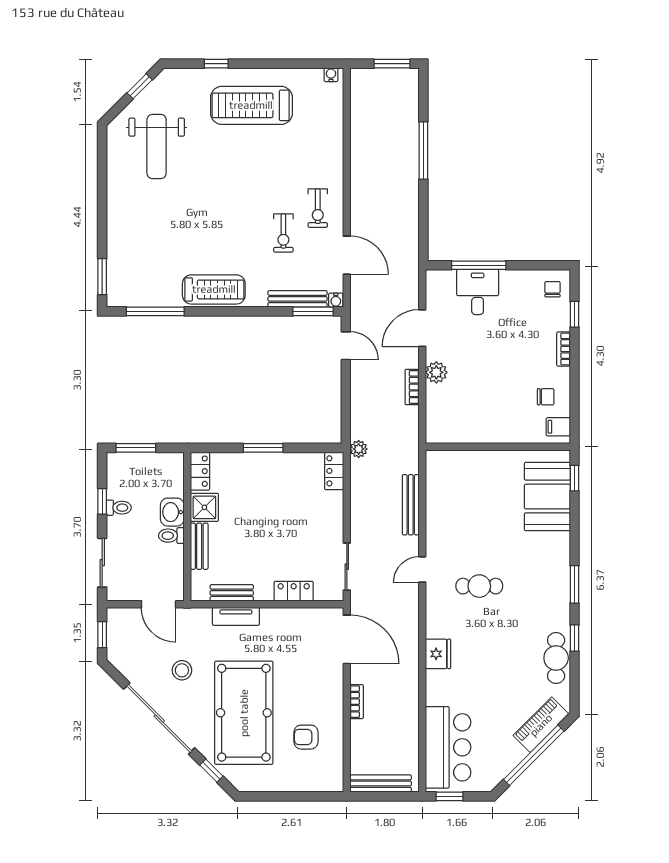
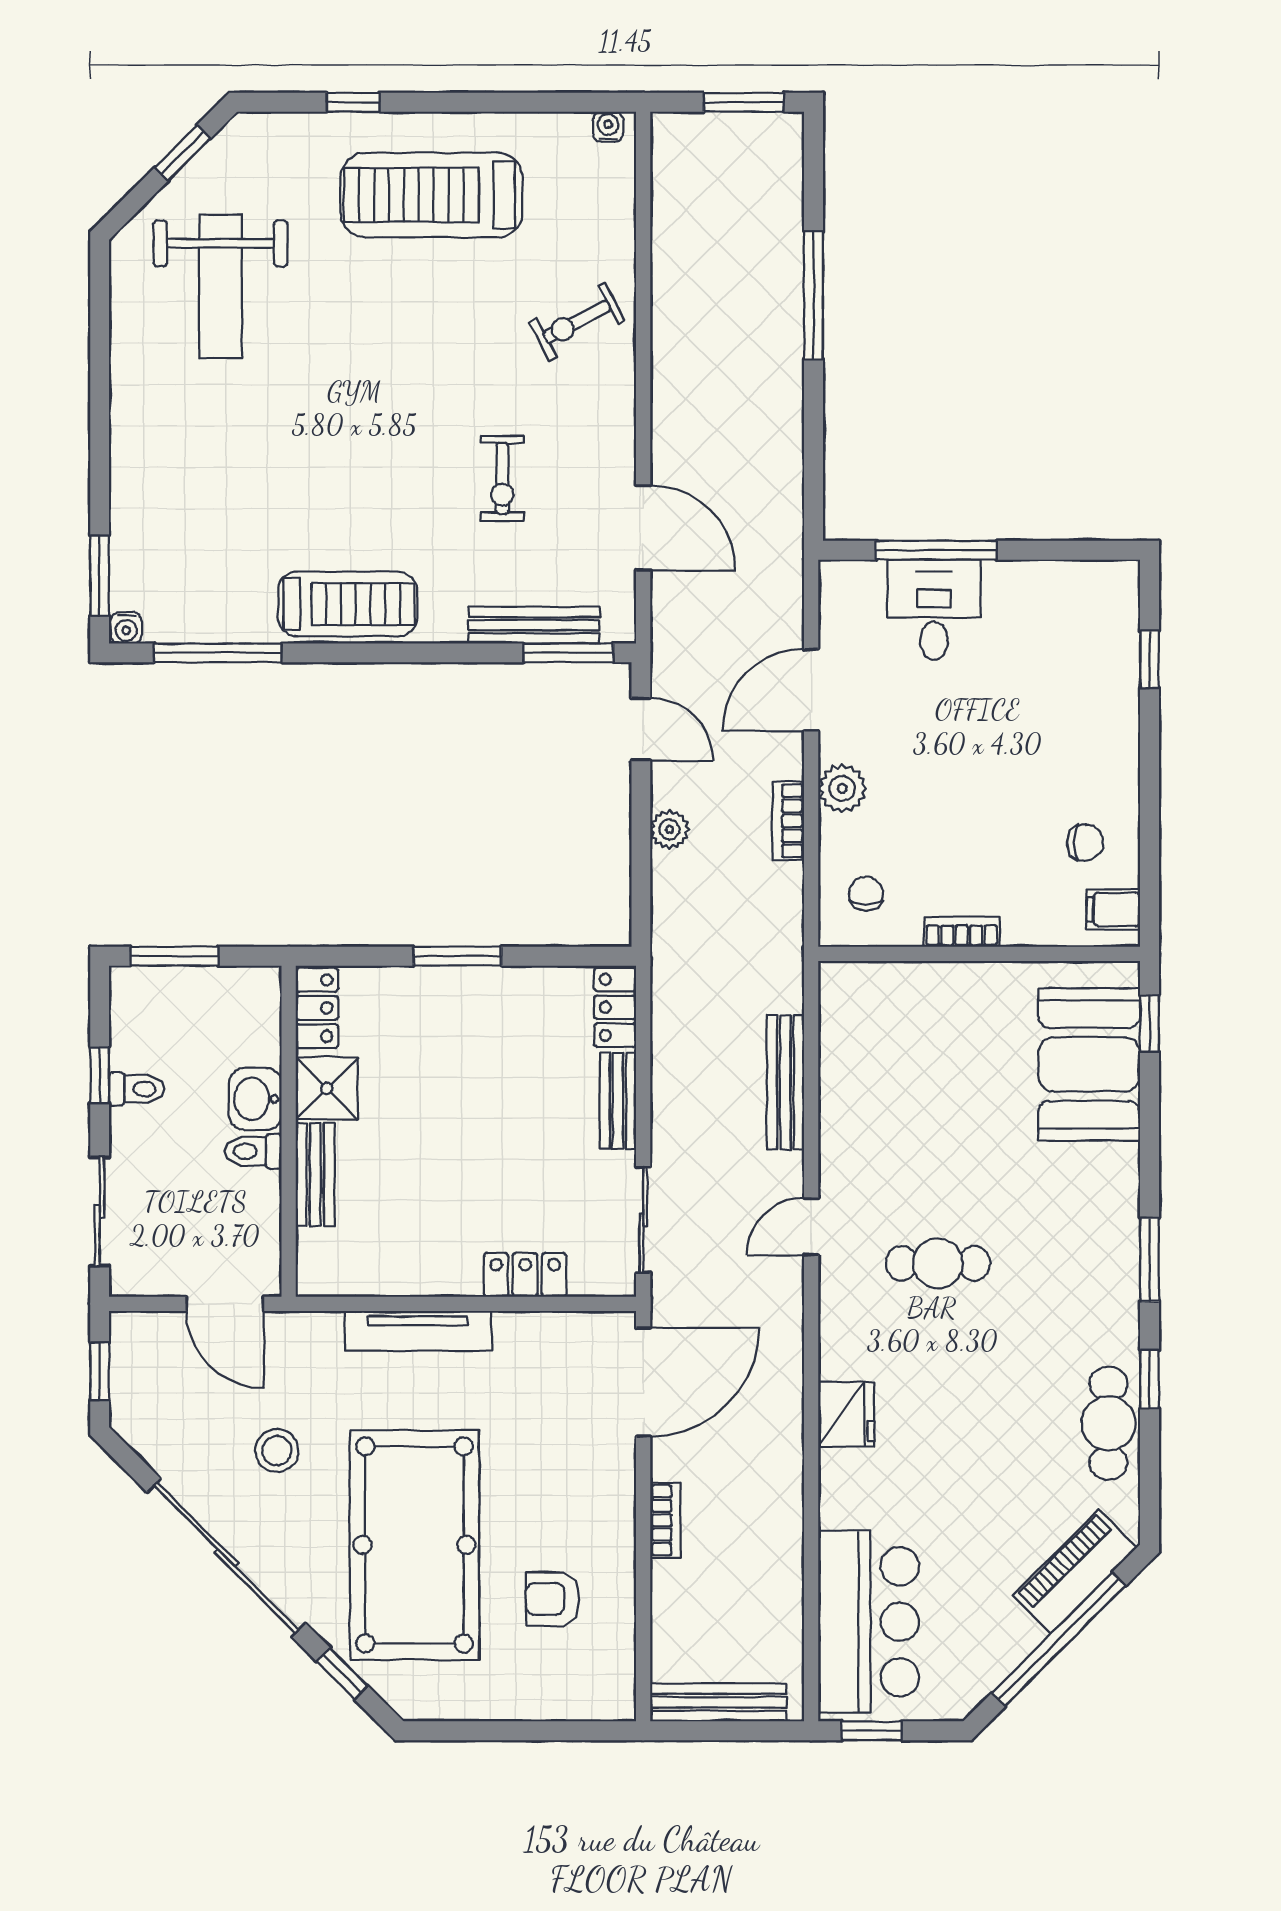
exercise bike: (318, 208) -> (577, 322), moved, turned 62
chair: (552, 289) -> (866, 894), moved
water cooler: (336, 300) -> (126, 628), moved
bookcase: (564, 349) -> (962, 932), moved, turned 90
plant: (359, 449) -> (669, 829), moved
bench: (232, 593) -> (618, 1101), moved, turned 90
tv unit: (236, 616) -> (418, 1331), width x1.41
door: (347, 639) -> (643, 1382), hinge flipped

